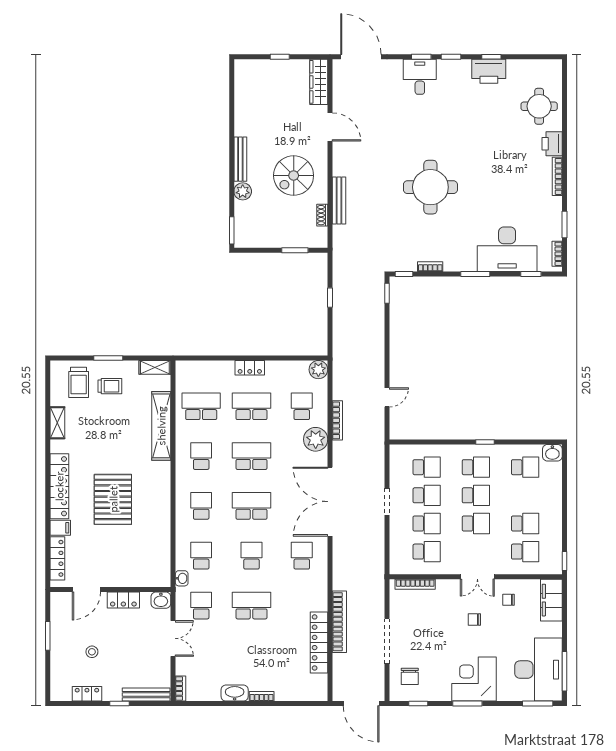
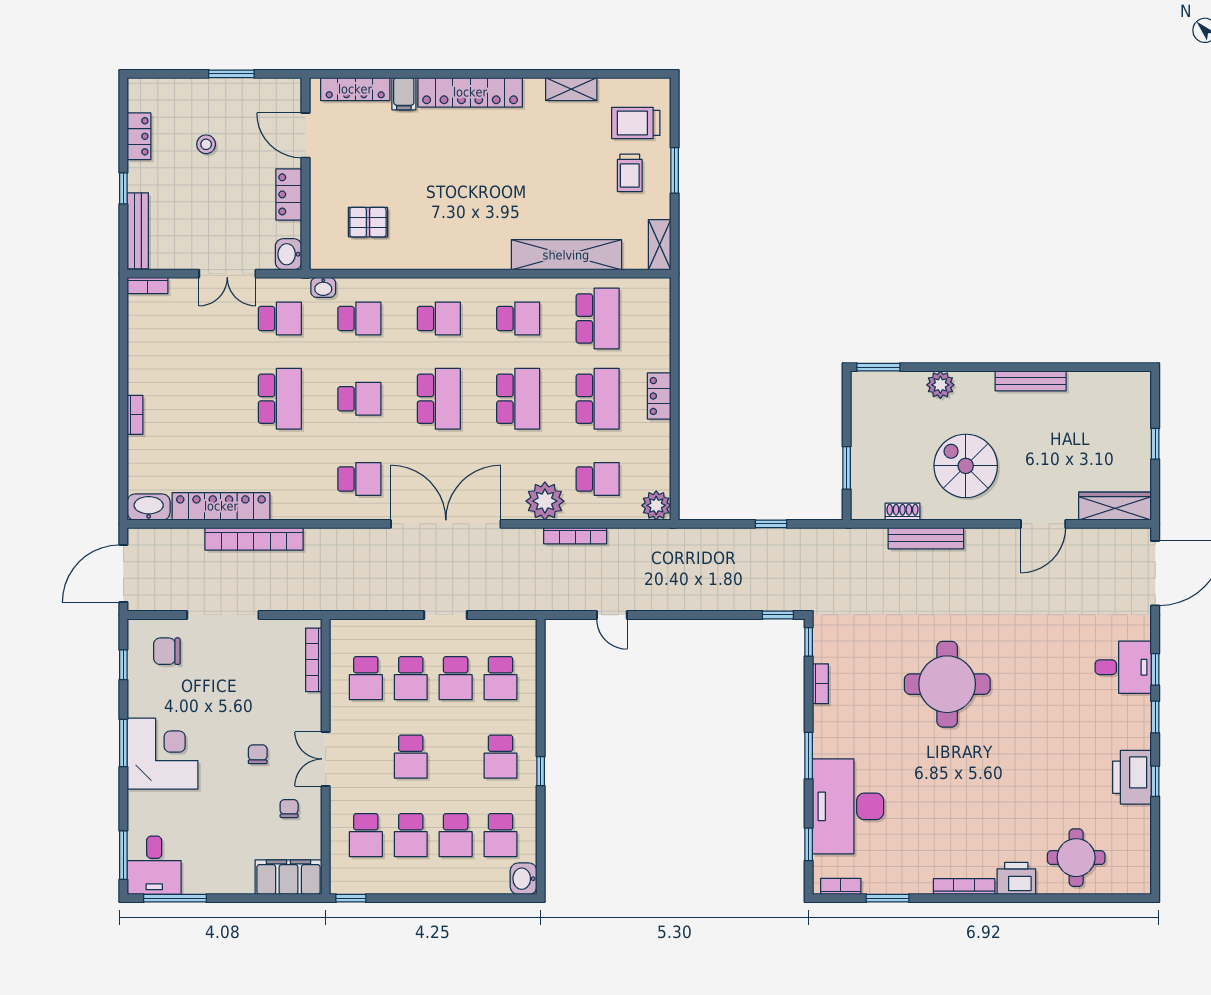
bench: (240, 159) -> (1031, 381), moved
school desk: (476, 495) -> (456, 835), moved
pallet: (113, 499) -> (368, 222), moved, width x0.49, depth x0.50
desk: (539, 670) -> (154, 865), width x0.53, depth x0.77
washbasin: (235, 693) -> (149, 507), moved, turned -90

